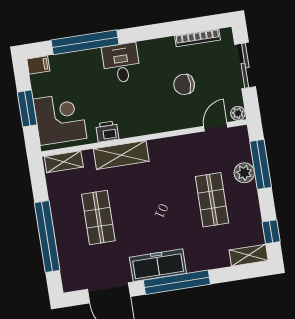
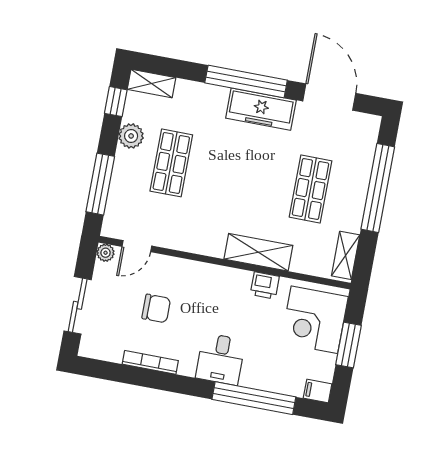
bookcase: (198, 38) -> (150, 362), moved
shelving: (64, 162) -> (346, 255), moved, turned 90
plant: (244, 173) -> (131, 136), moved

